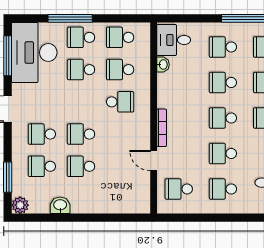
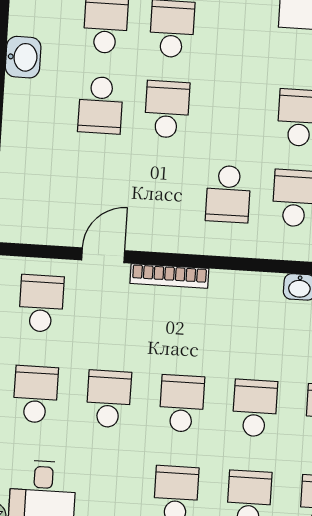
school desk: (81, 166) -> (101, 105), turned 180

